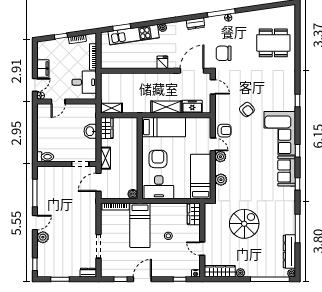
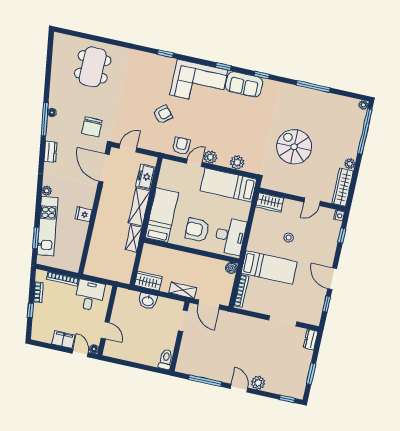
fridge: (162, 62) -> (83, 214), moved
shelving: (111, 108) -> (134, 239), moved
dresser: (289, 252) -> (338, 102), removed

